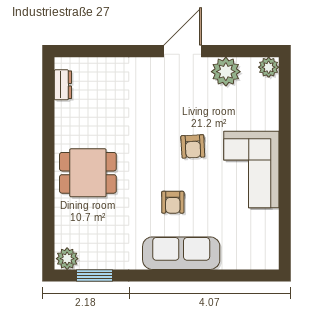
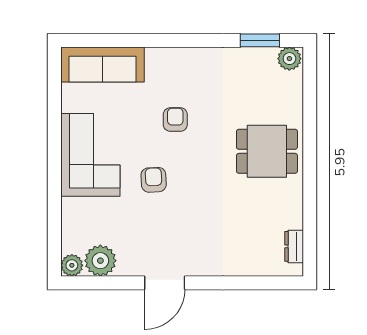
plant: (226, 72) -> (100, 261), moved
sofa: (181, 253) -> (102, 65), moved

